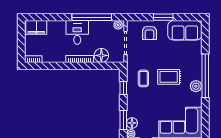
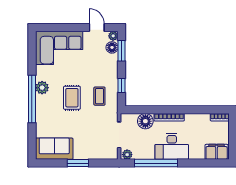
desk: (77, 32) -> (172, 146), width x1.37
armchair: (149, 33) -> (93, 146), removed
rug: (169, 77) -> (72, 98), turned 90

